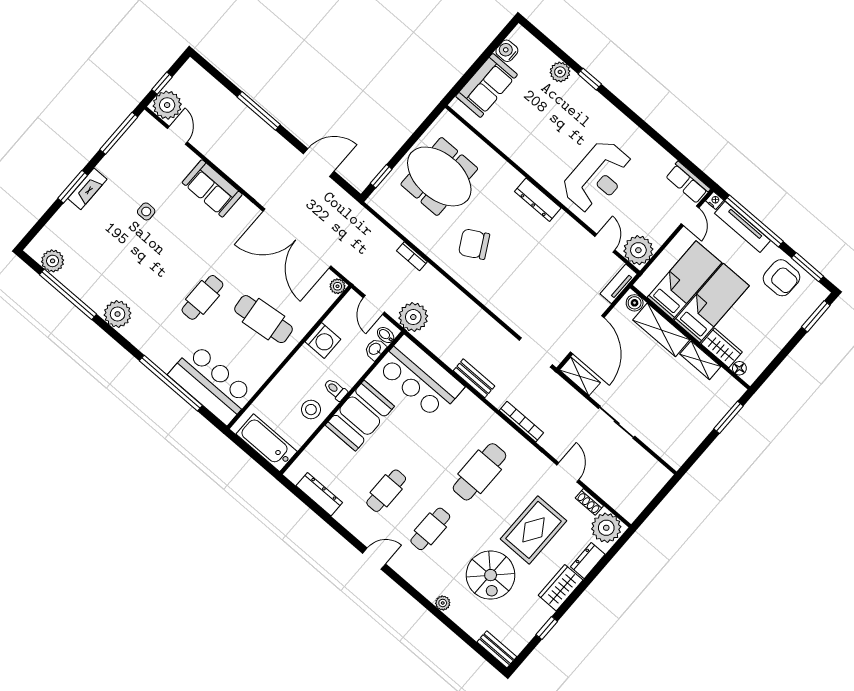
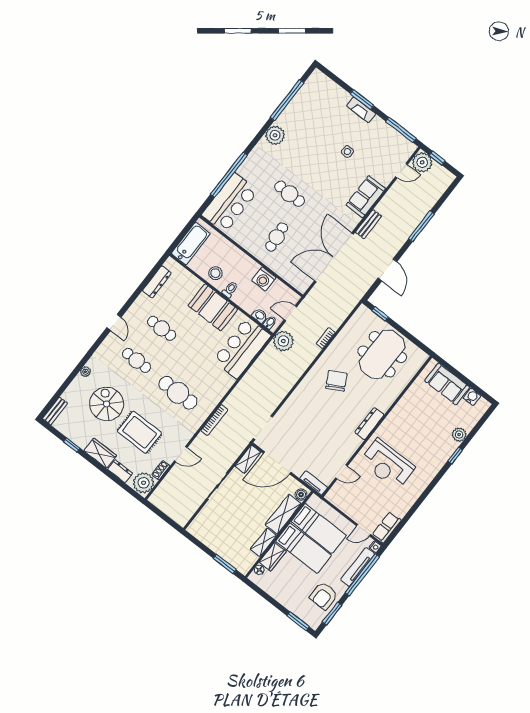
plant: (638, 250) -> (338, 495), removed
plant: (53, 261) -> (310, 88), removed
plant: (337, 286) -> (302, 287), removed
cafe table: (264, 319) -> (277, 237), width x0.73, depth x0.74
bench: (474, 378) -> (368, 224), moved
spiral stairs: (491, 575) -> (107, 404), turned 90

